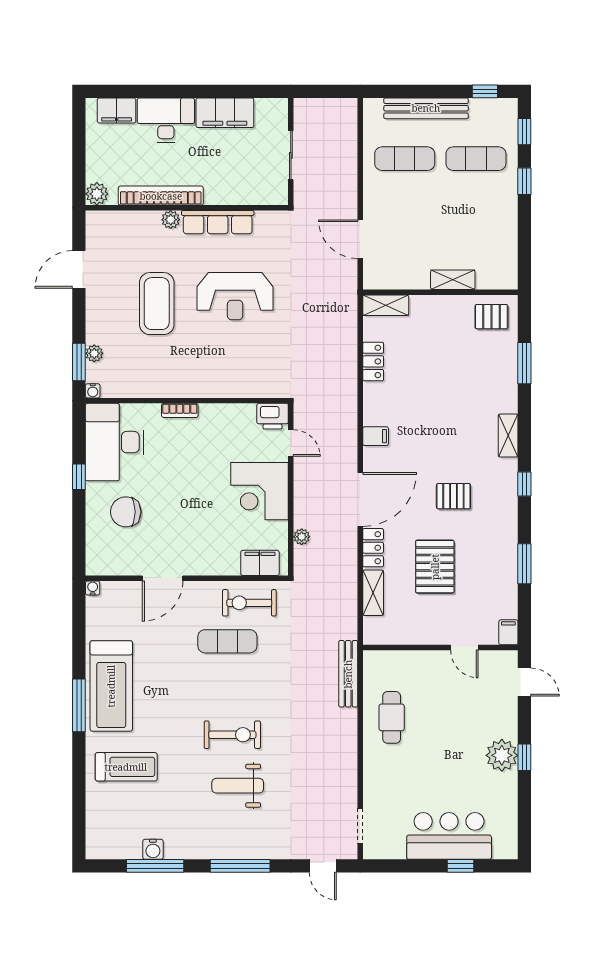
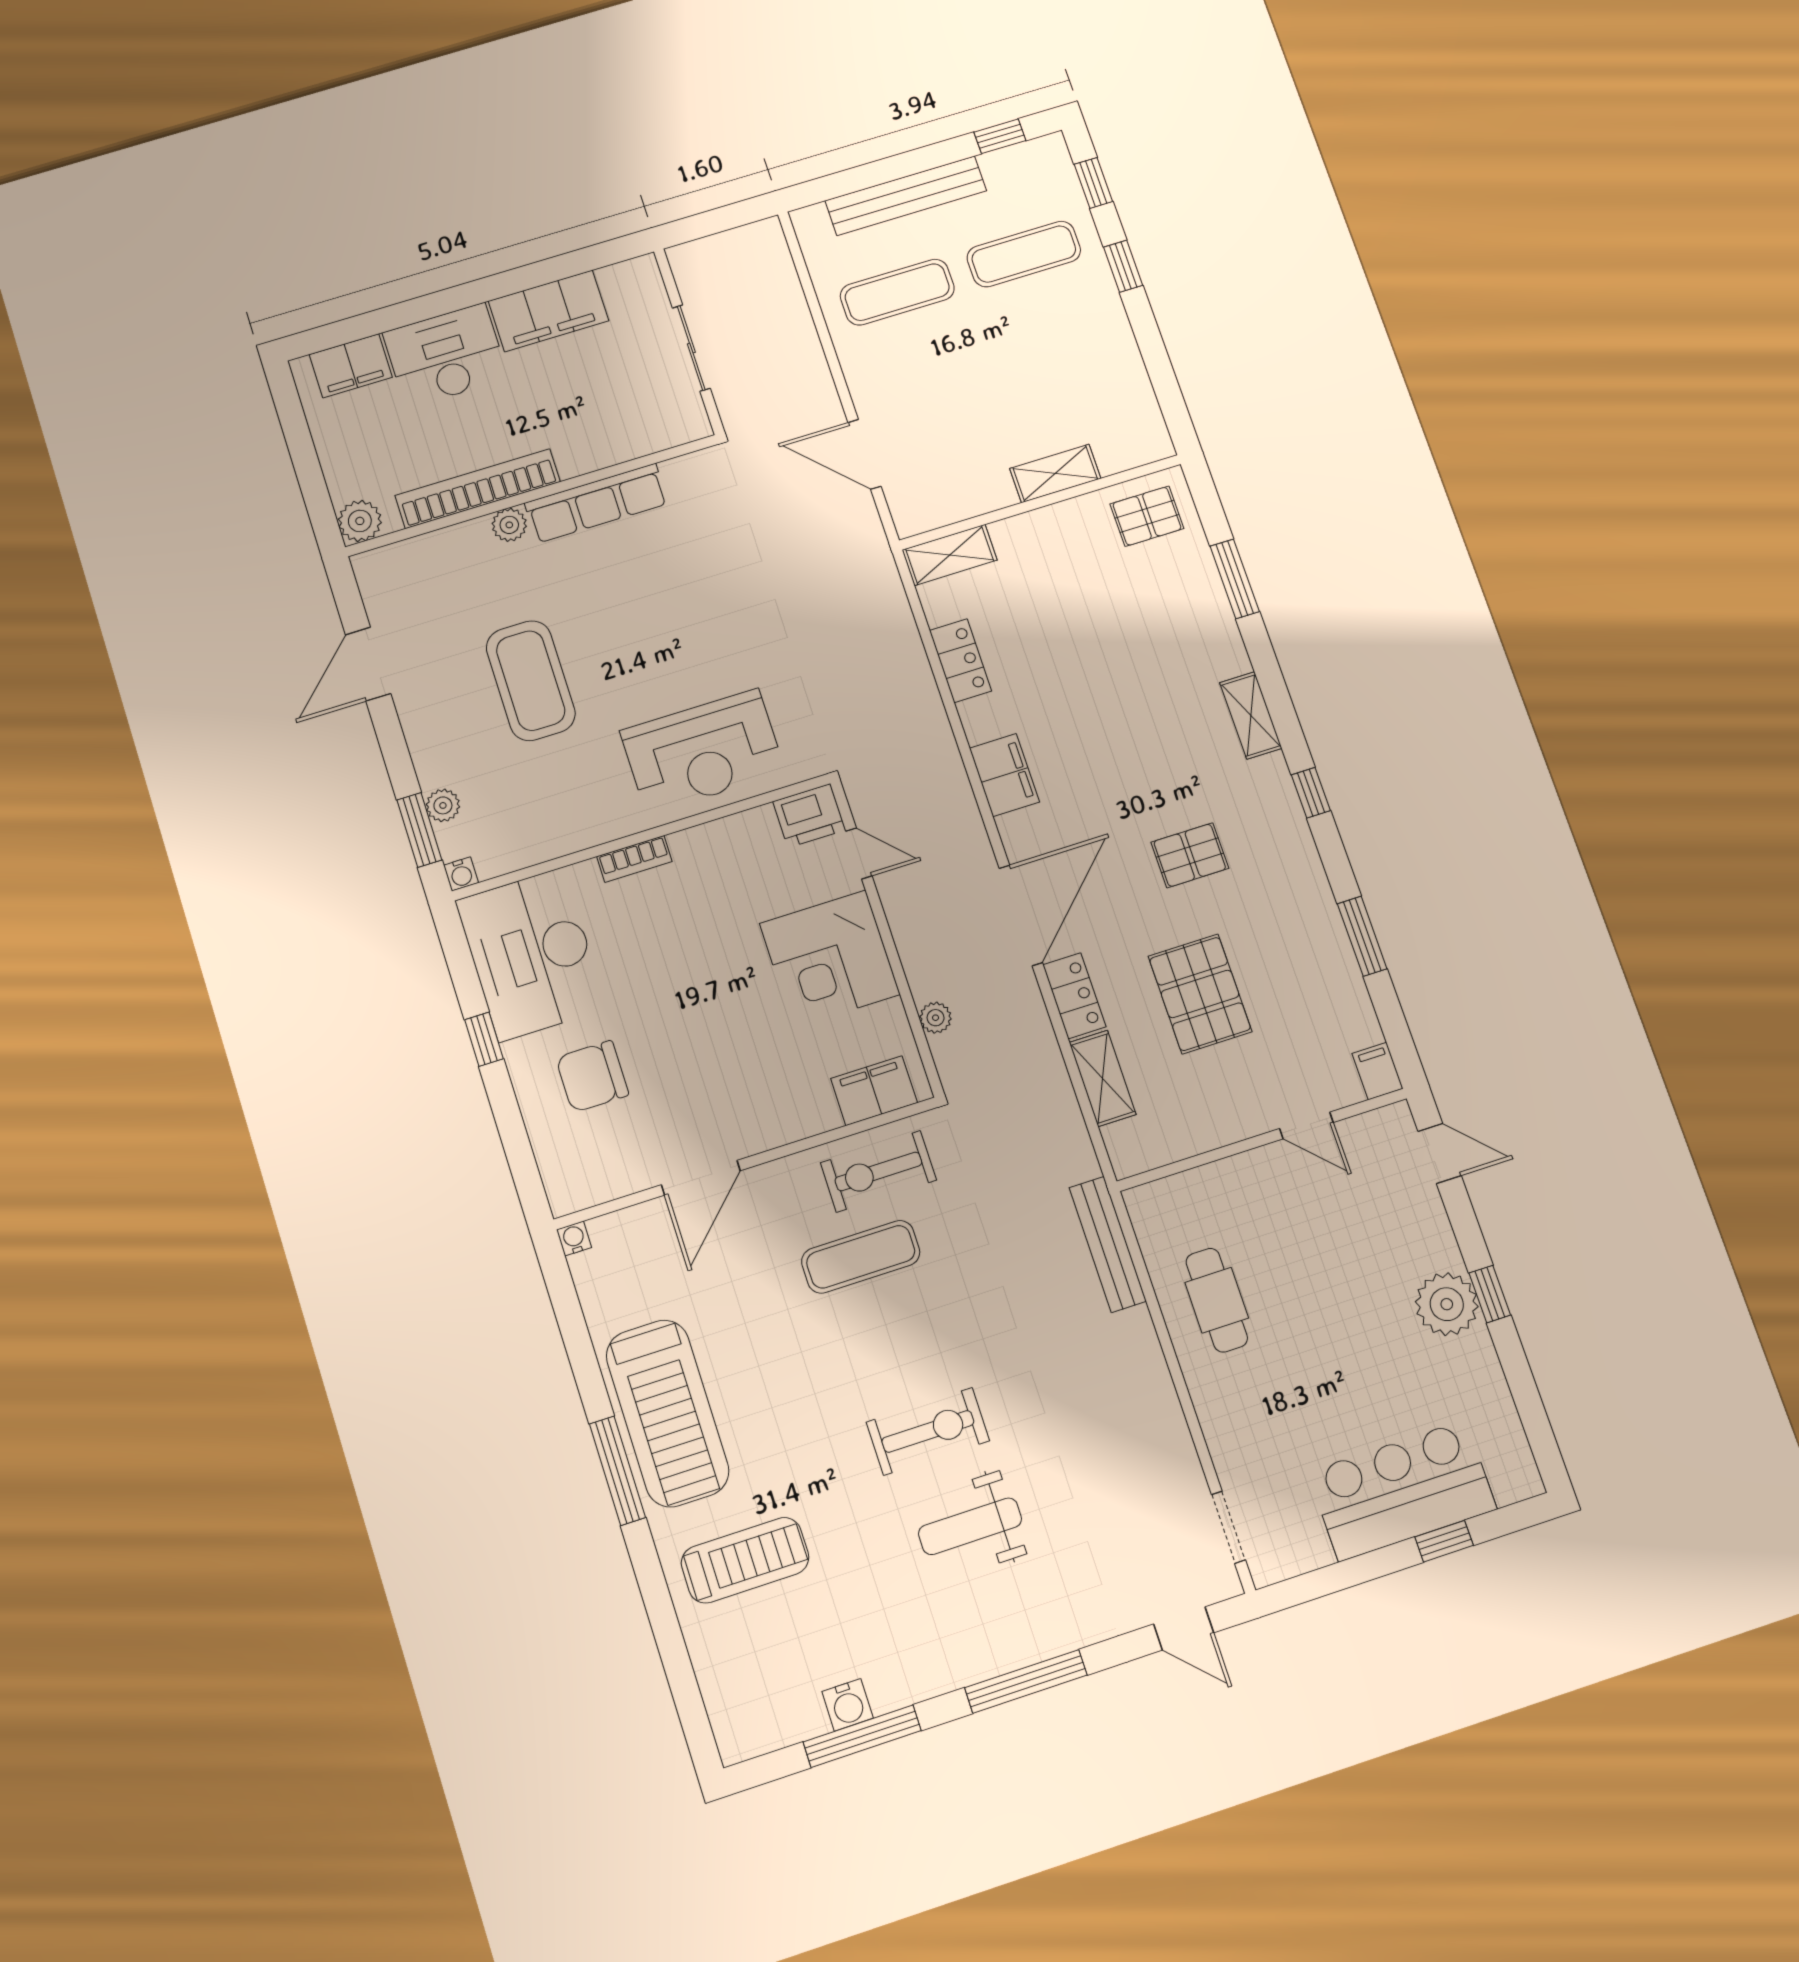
reception desk: (235, 296) -> (703, 751), moved
filing cabinet: (376, 436) -> (1004, 775), width x2.00

